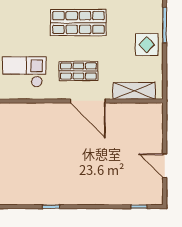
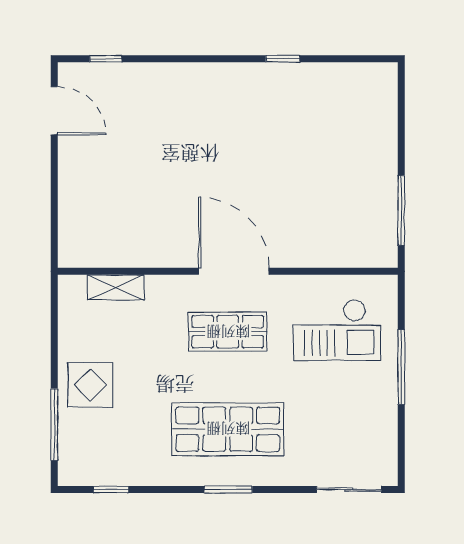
shelving: (134, 91) -> (116, 287), width x0.67, depth x0.75
door: (88, 101) -> (234, 271), moved
door: (165, 166) -> (54, 111), moved

